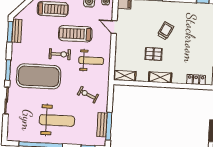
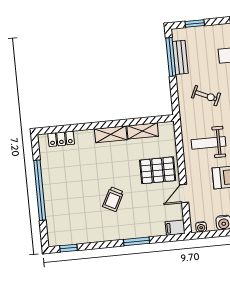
door: (114, 27) -> (184, 193), swing flipped
pallet: (154, 54) -> (158, 170), moved, width x1.50, depth x1.42
shelving: (125, 76) -> (143, 131), moved

